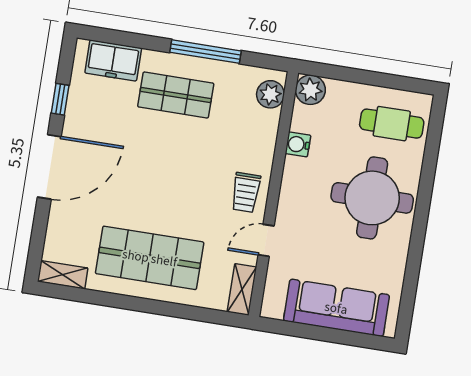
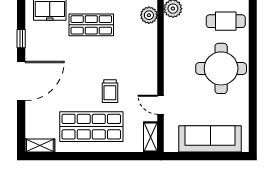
water cooler: (298, 144) -> (171, 43), removed
trolley: (246, 192) -> (110, 91), moved
door: (266, 240) -> (161, 105), hinge flipped

